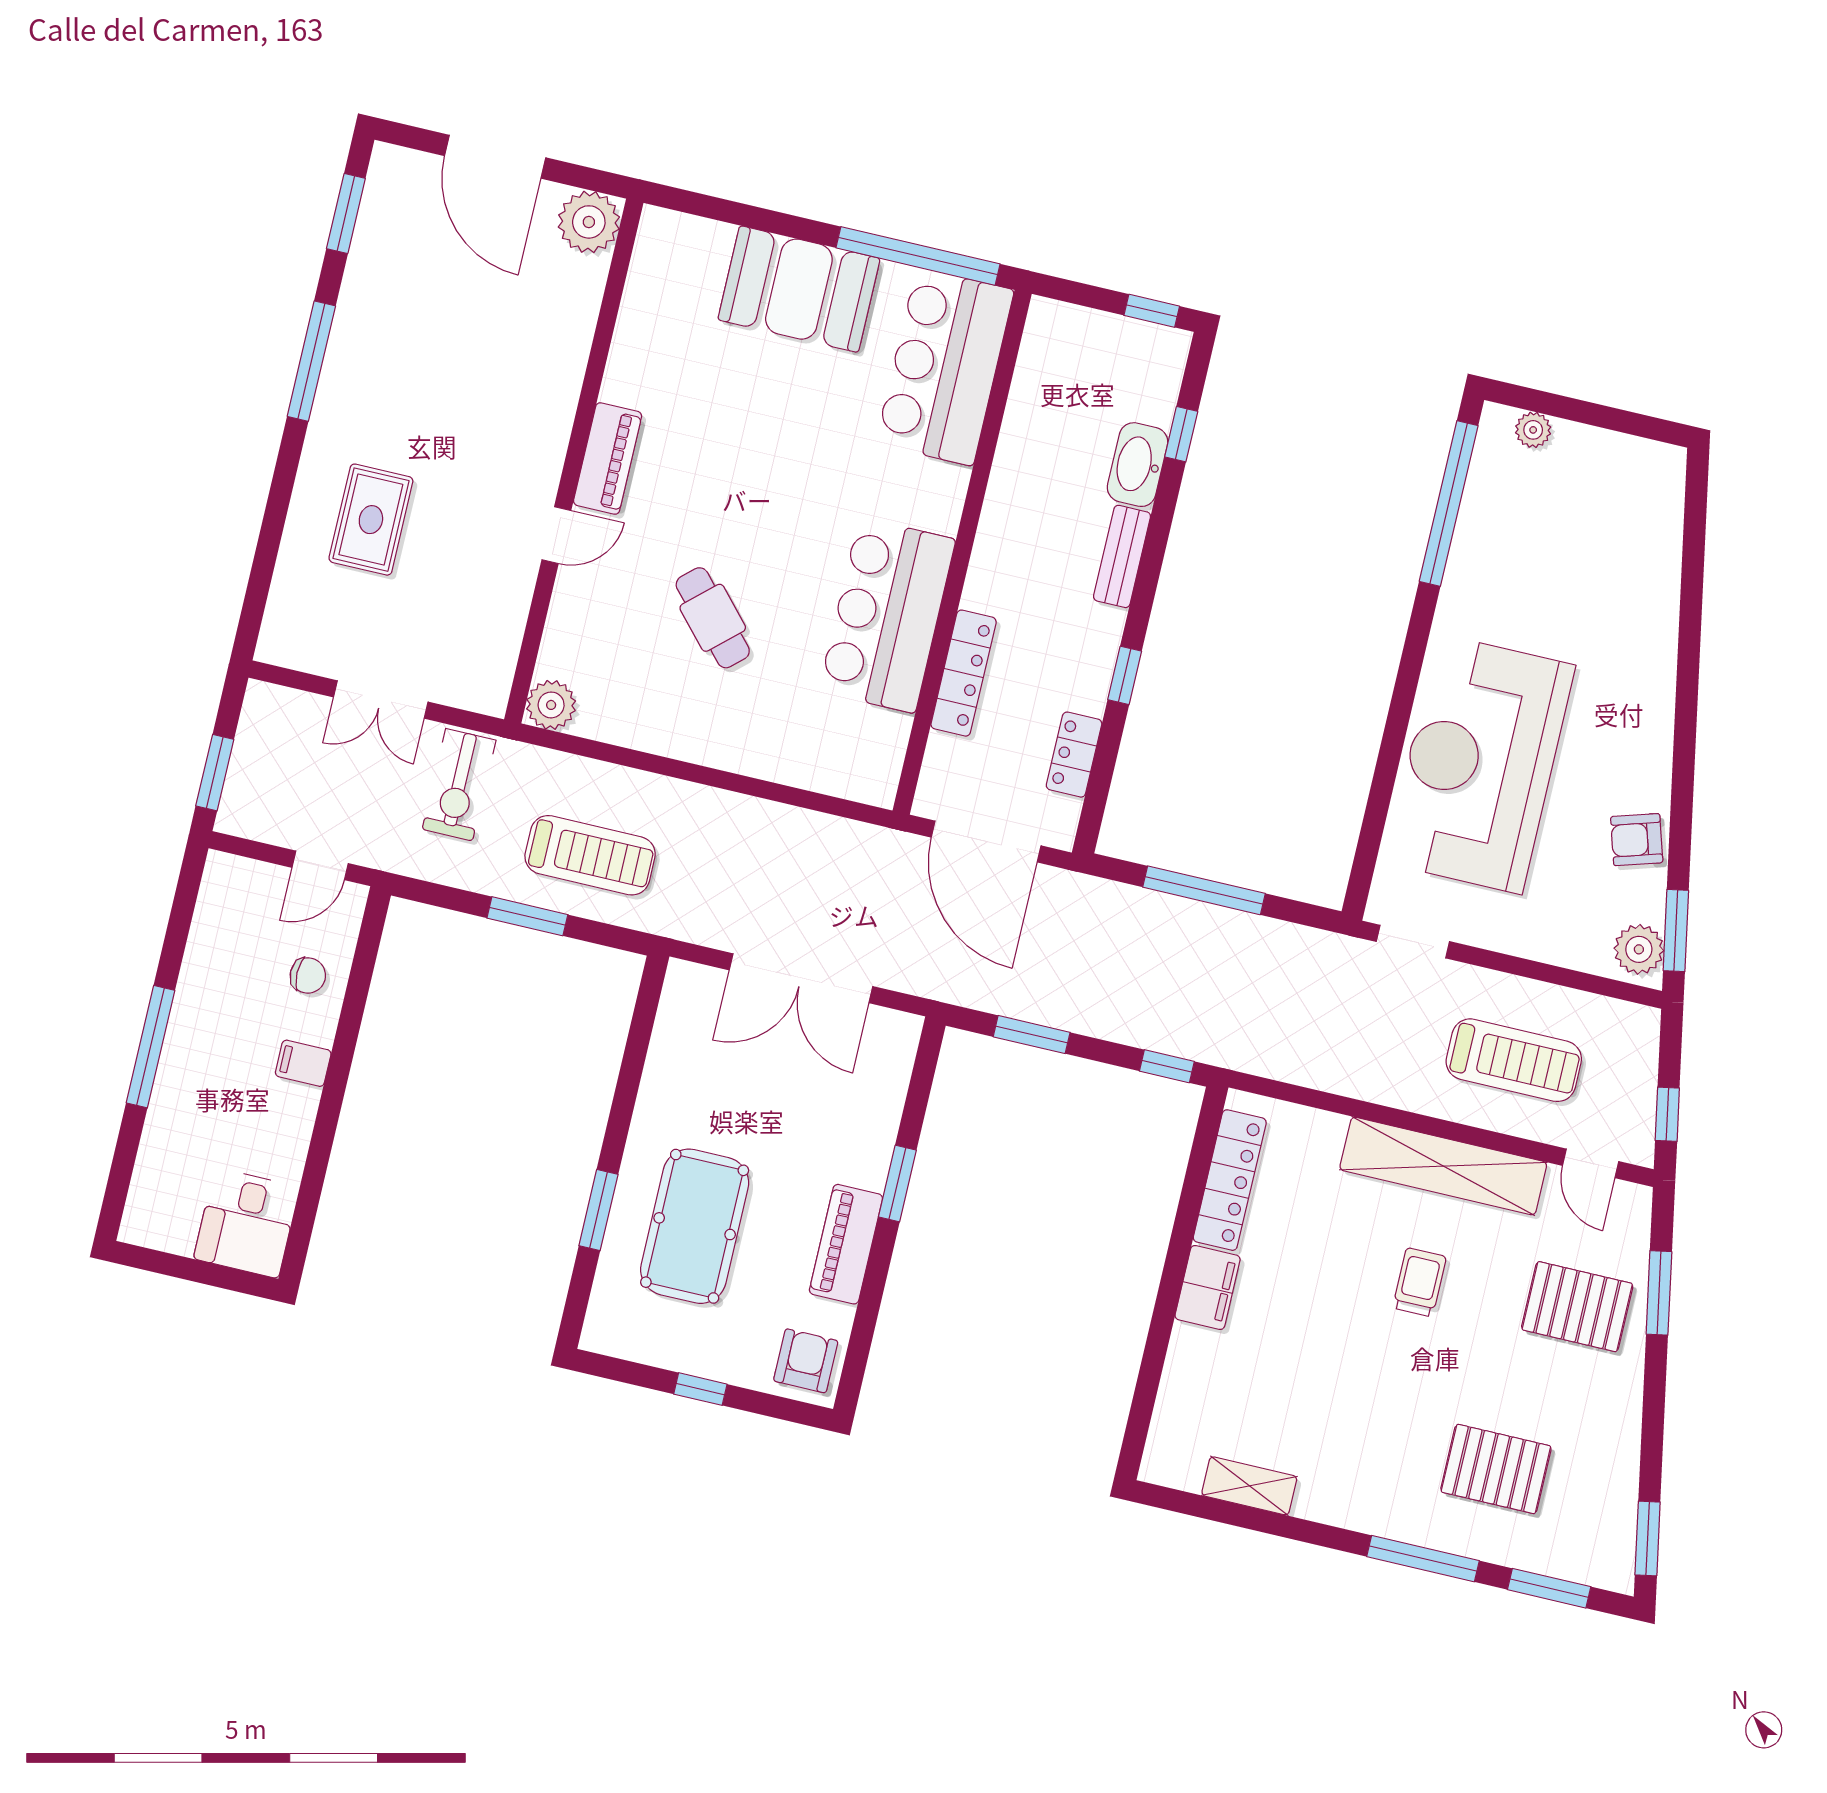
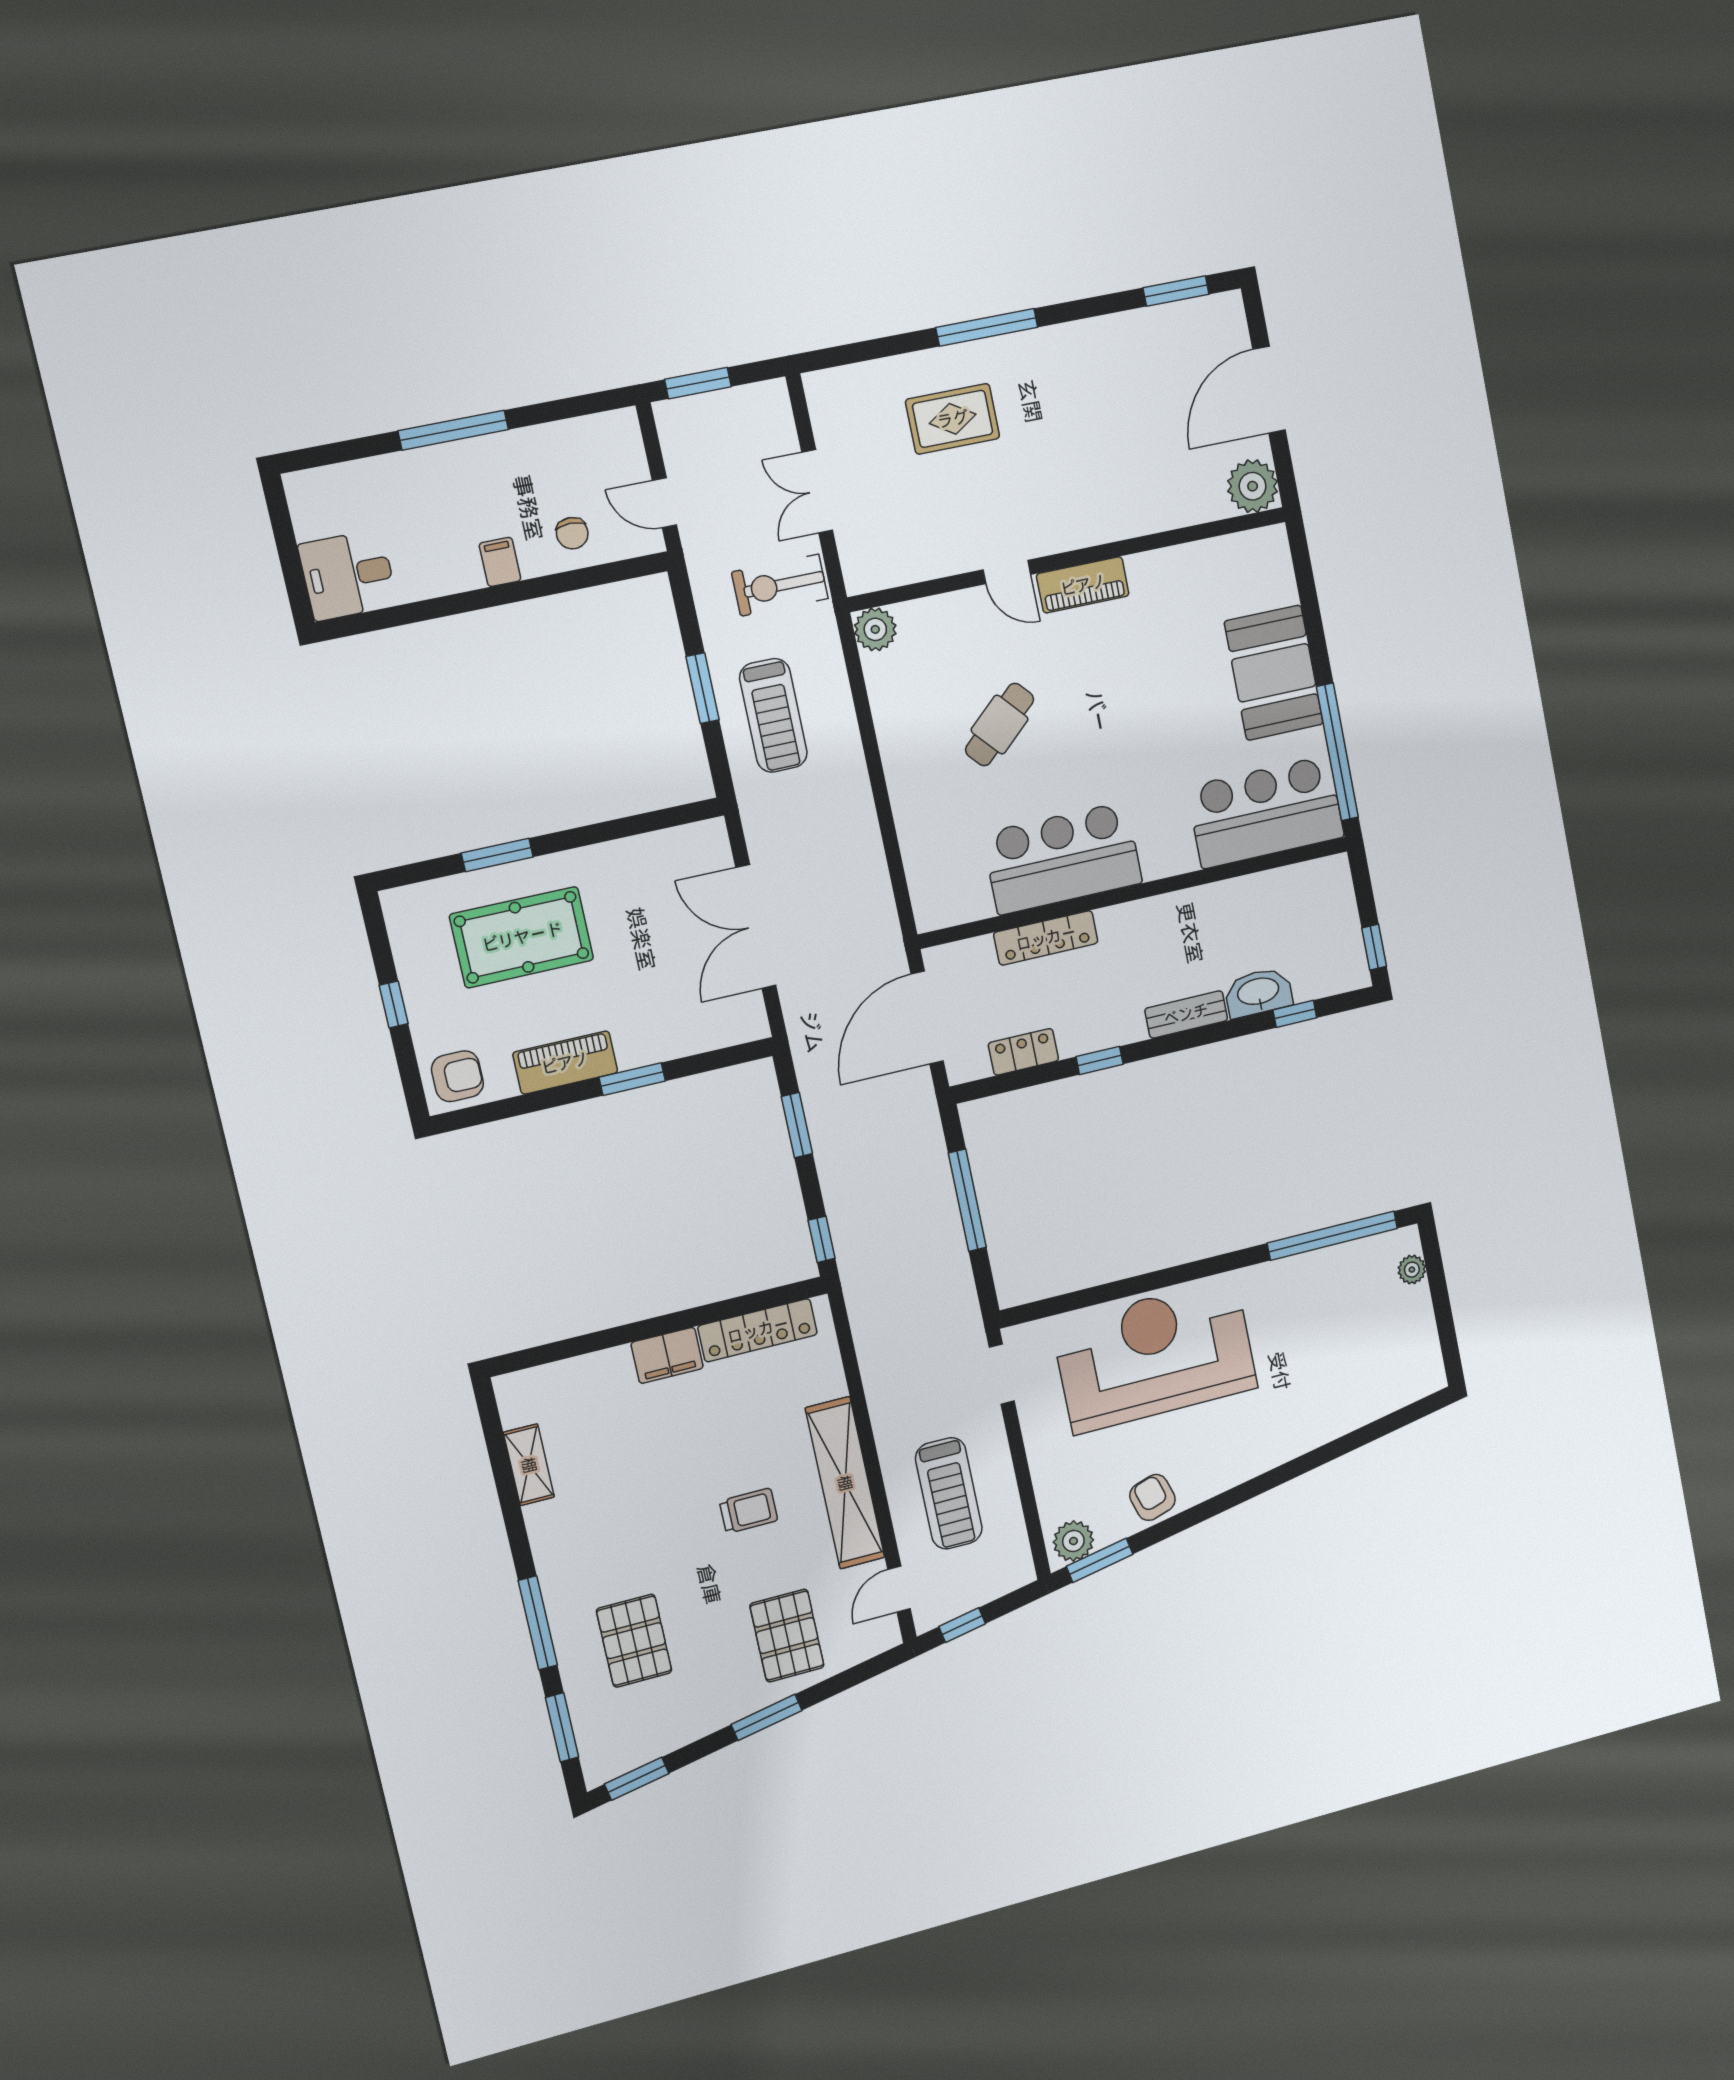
window: (311, 361) -> (987, 327), moved
window: (1659, 1293) -> (767, 1717), moved

